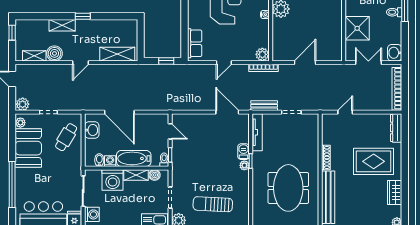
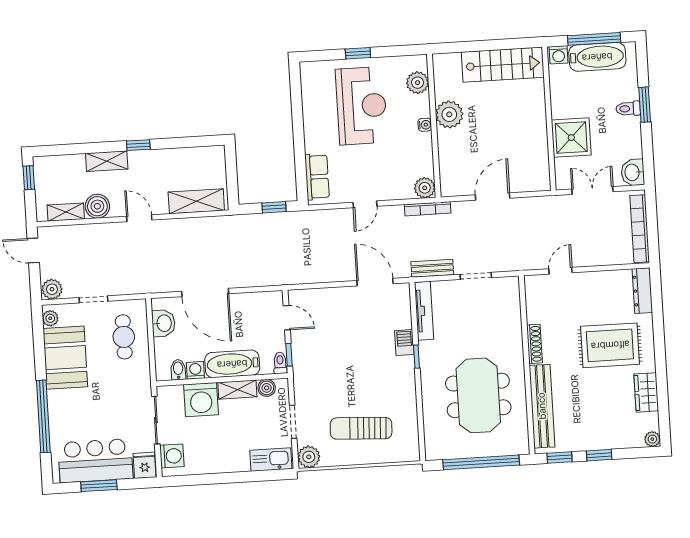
door: (81, 63) -> (139, 218), swing flipped
cafe table: (66, 137) -> (124, 337), turned -31
plant: (244, 165) -> (407, 364), removed

